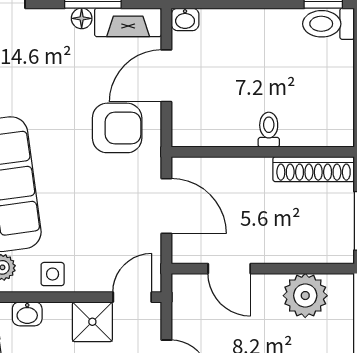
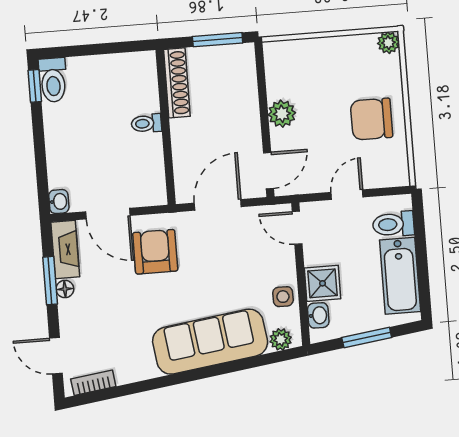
door: (229, 269) -> (268, 171), moved
plant: (305, 296) -> (282, 114), moved, width x0.73, depth x0.73
shower: (92, 322) -> (323, 283), moved

